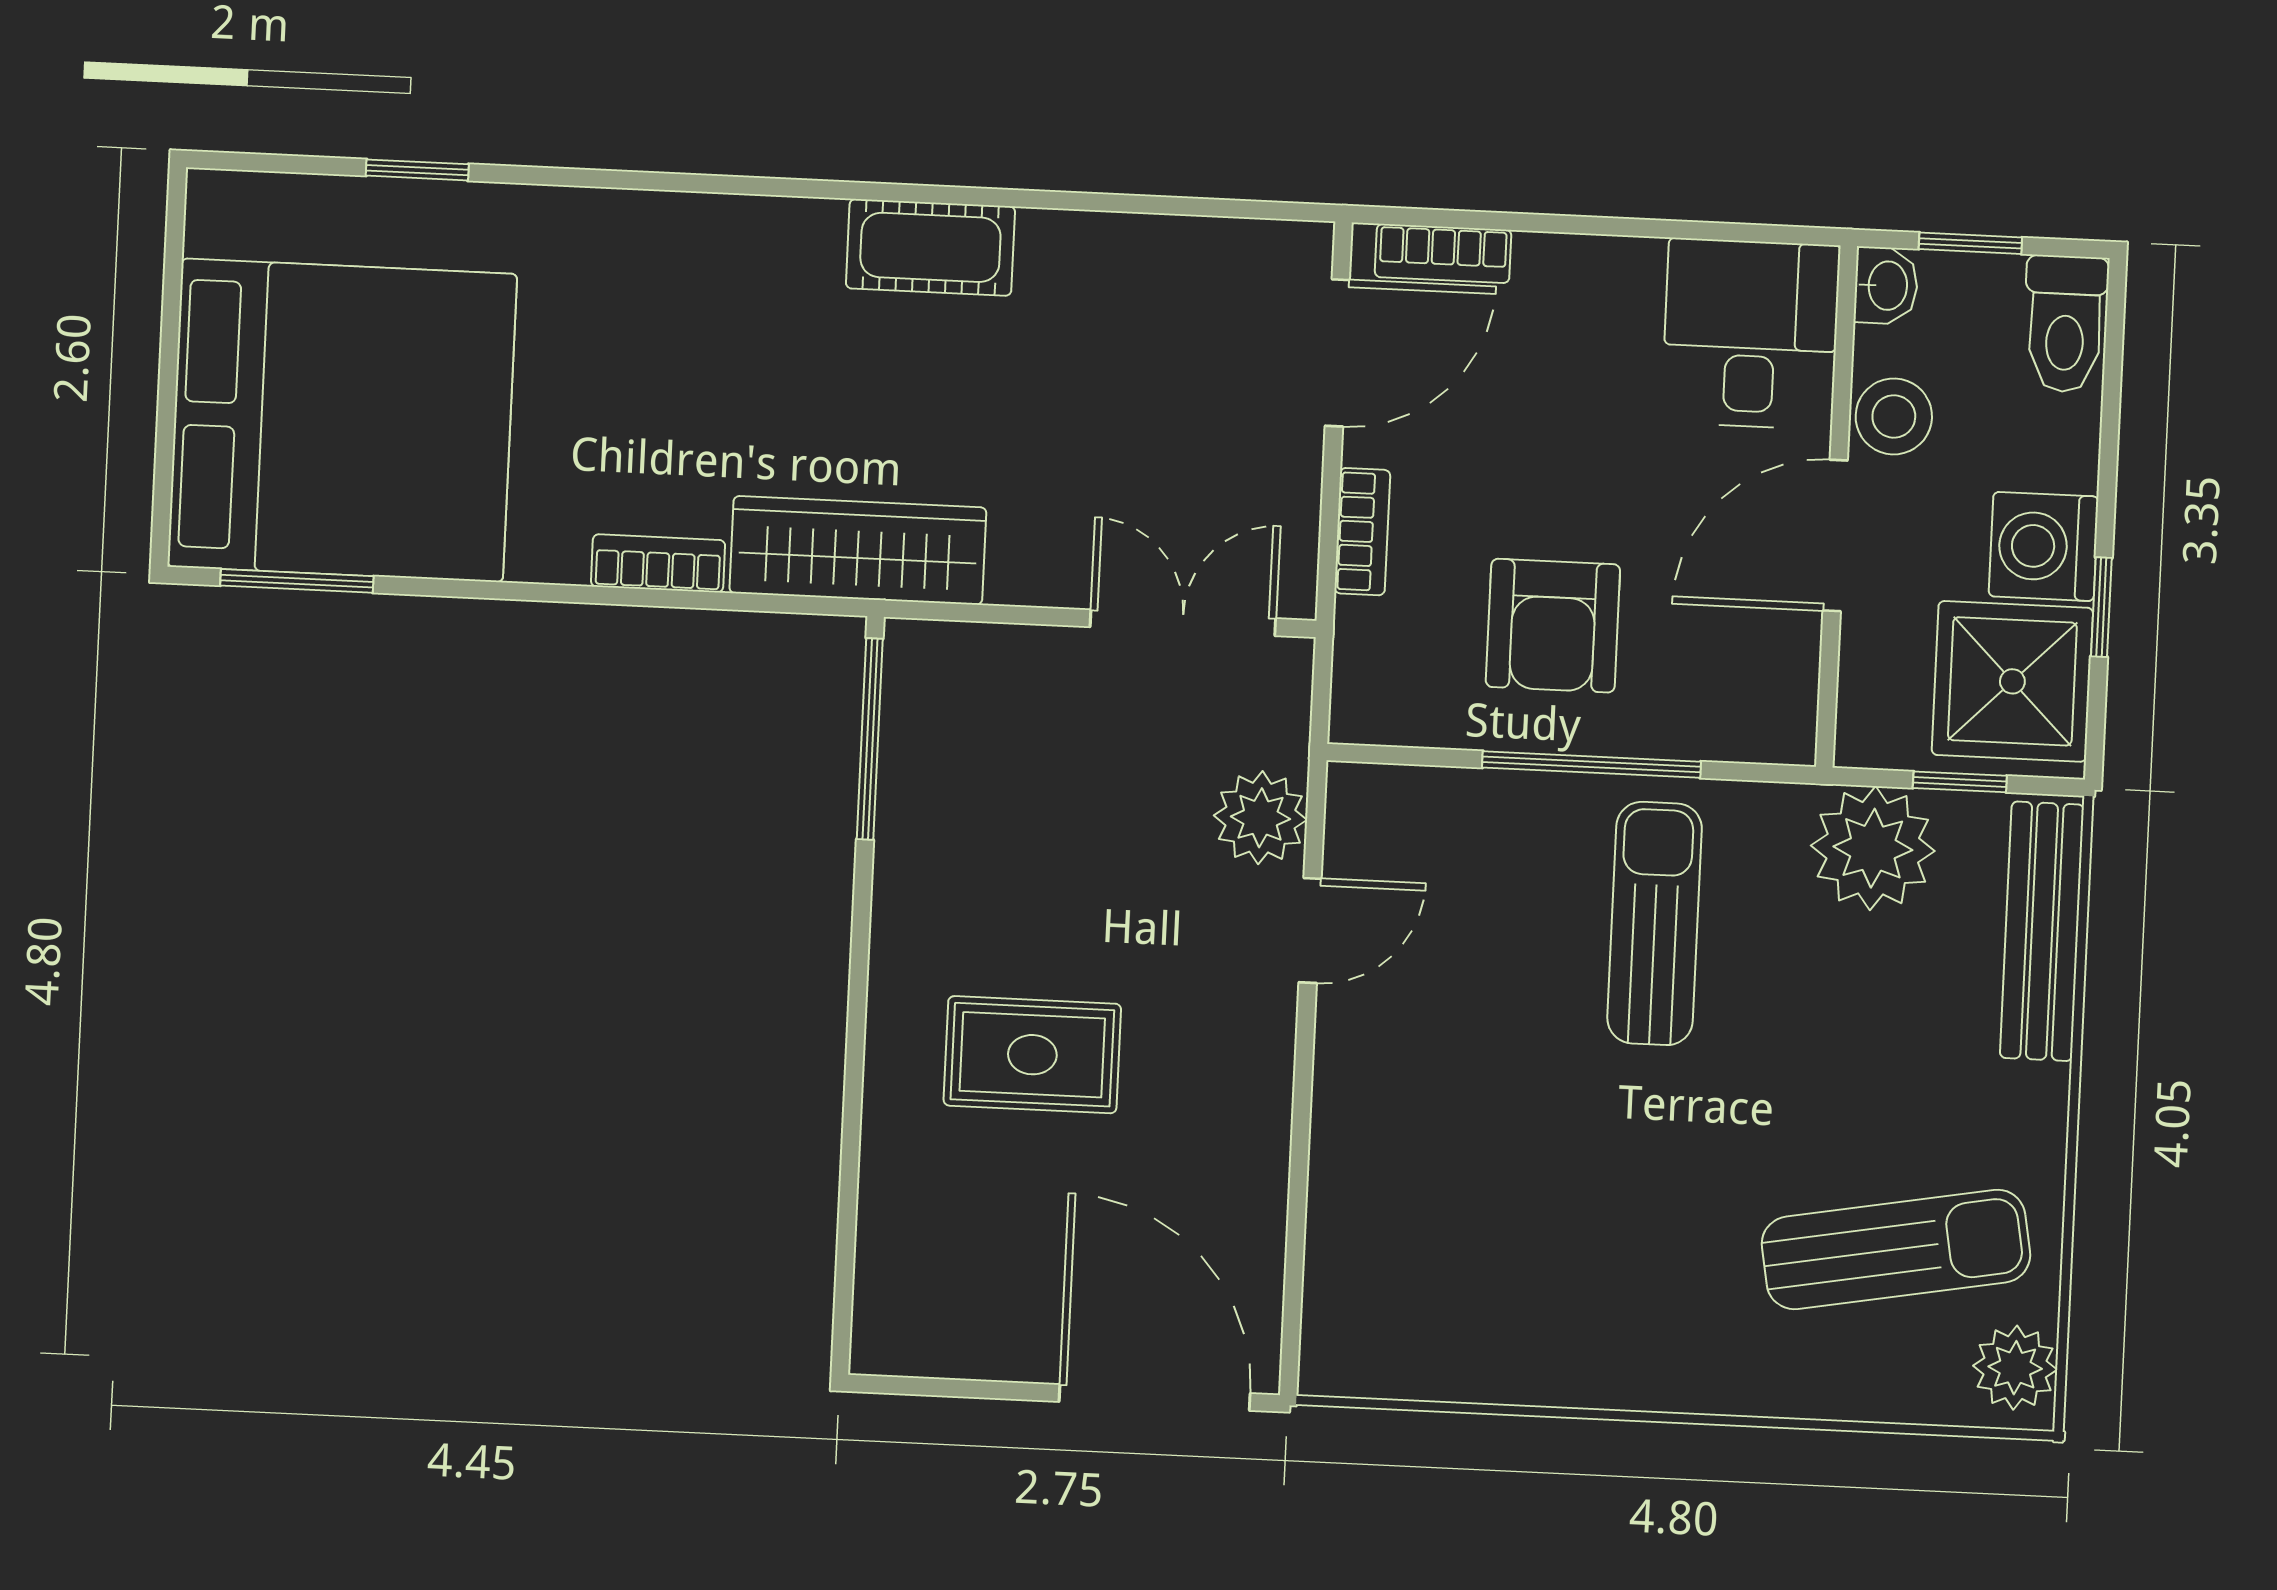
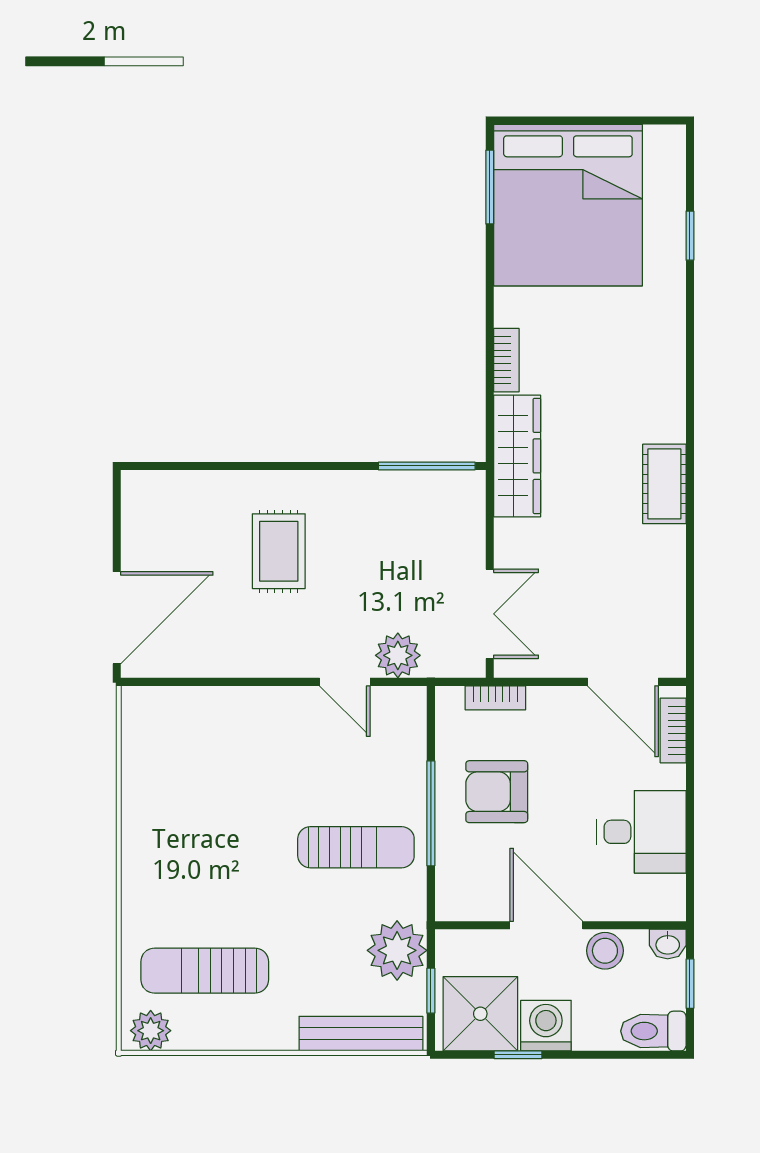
desk: (1751, 334) -> (641, 832), moved
bookcase: (1362, 532) -> (495, 698), moved
sun lounger: (1896, 1249) -> (205, 971), turned 100

